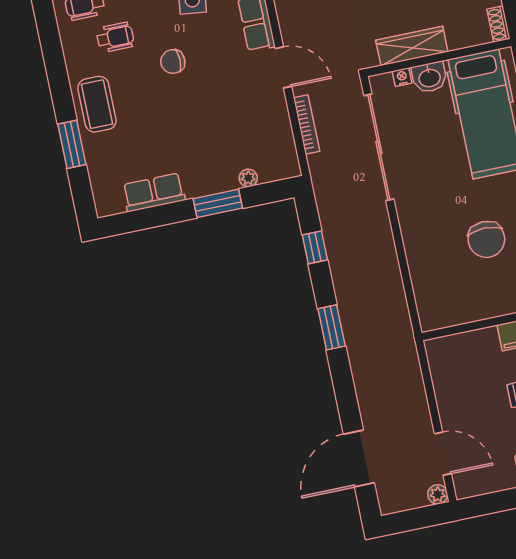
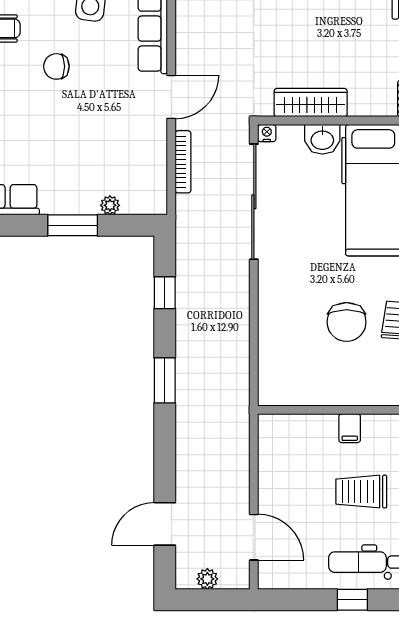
door: (283, 67) -> (171, 97), hinge flipped
nightstand: (402, 77) -> (267, 133), moved
door: (359, 458) -> (165, 524), width x0.73
plant: (438, 494) -> (207, 579), moved

